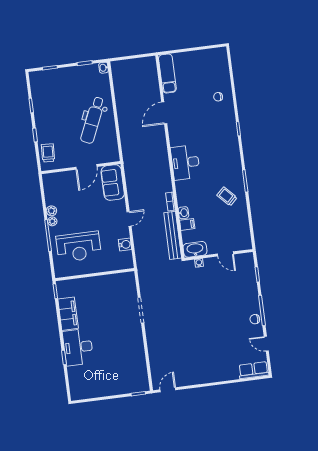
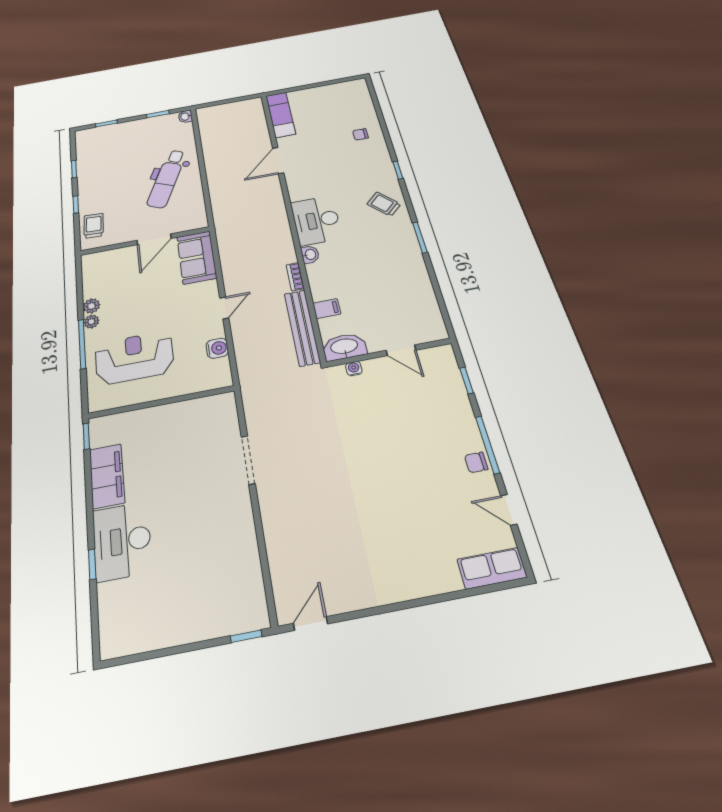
trolley: (227, 196) -> (384, 204), moved
washbasin: (183, 213) -> (310, 255), moved
reception desk: (79, 247) -> (134, 358), turned 180

